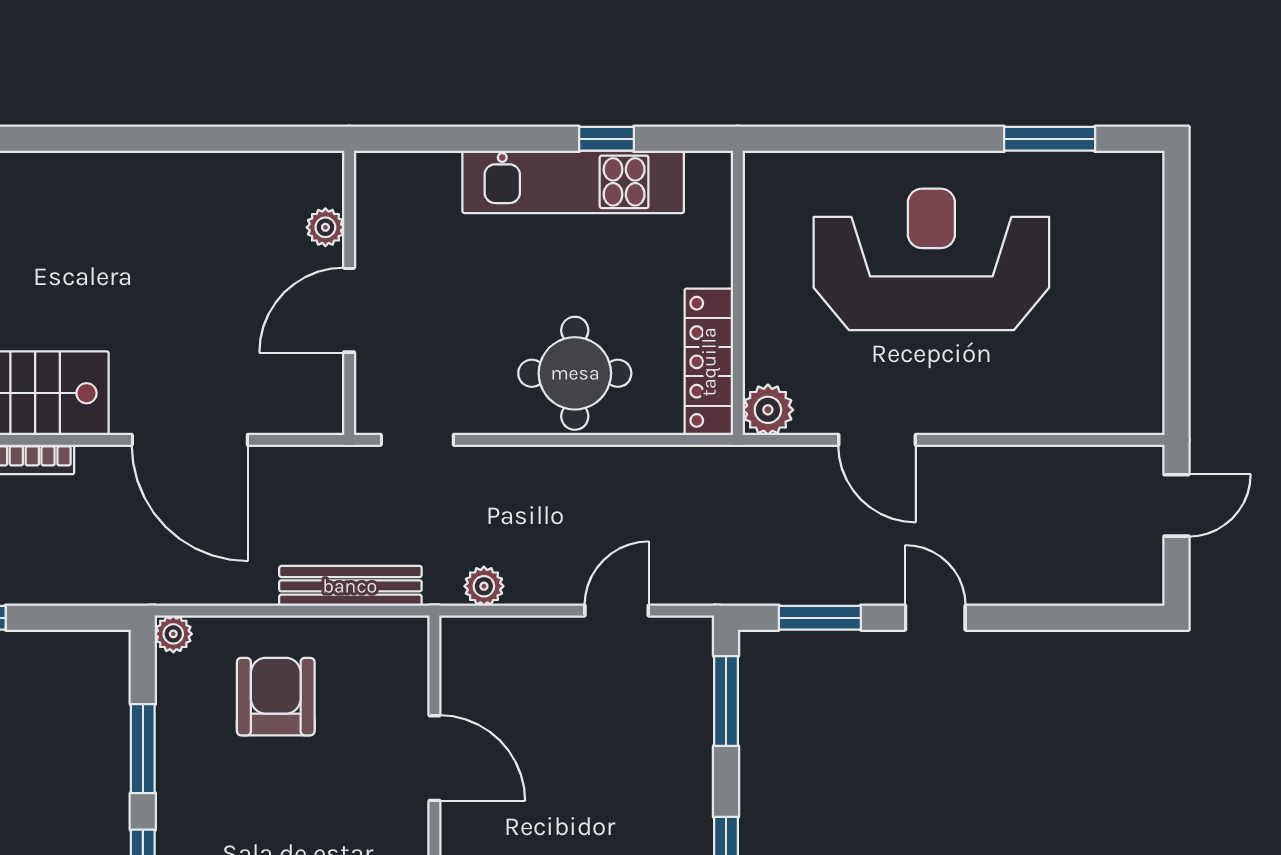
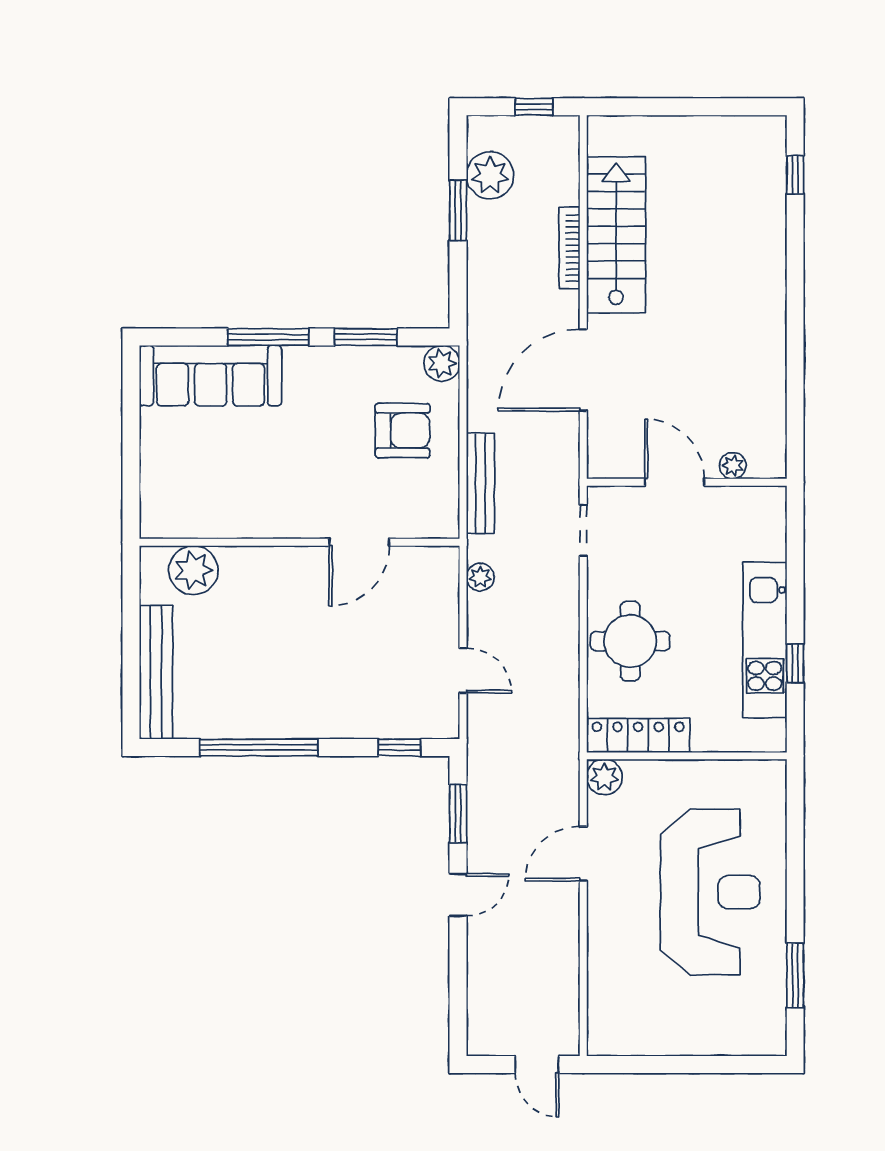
plant: (173, 634) -> (442, 363), width x1.38, depth x1.38
window: (726, 701) -> (399, 748), width x0.67

